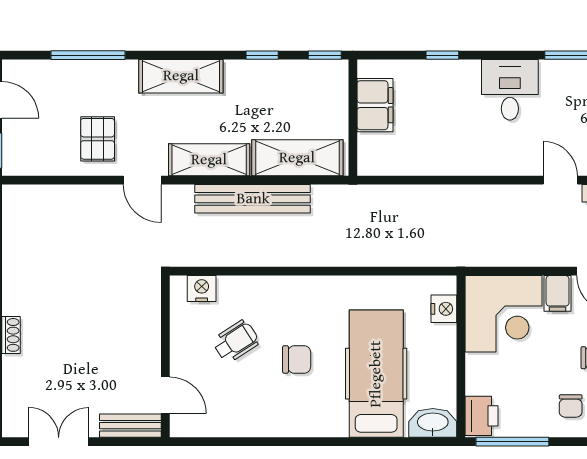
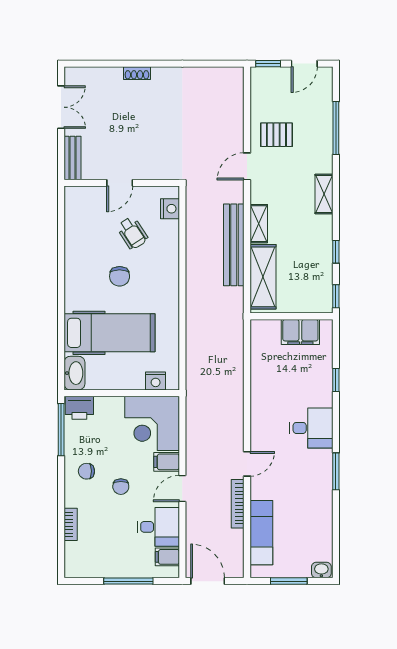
shelving: (181, 76) -> (324, 194), width x0.67, depth x0.75
shelving: (209, 160) -> (259, 224), width x0.67, depth x0.75
door: (165, 395) -> (120, 183), moved

